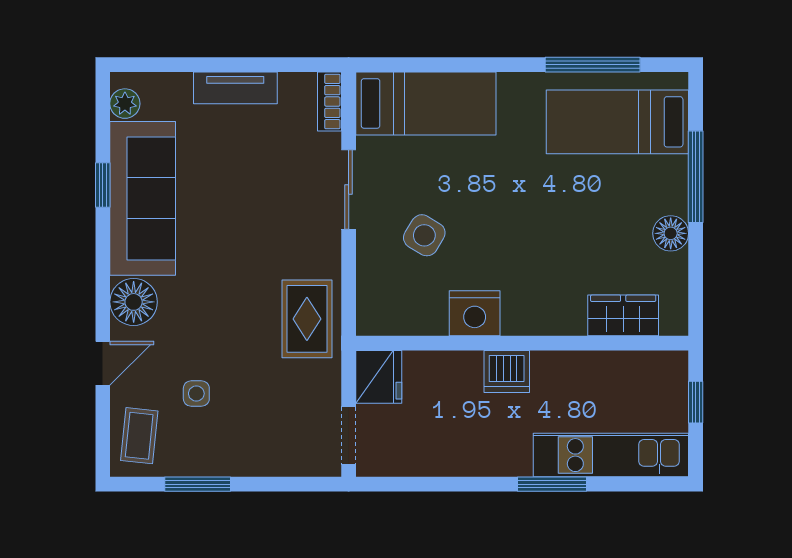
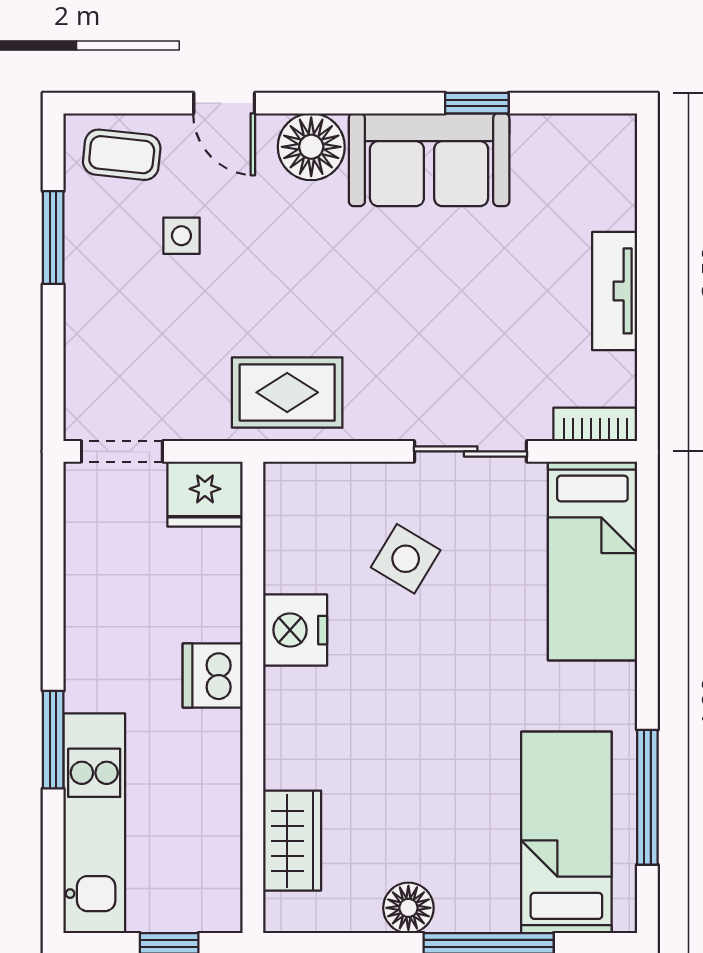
plant: (125, 104) -> (592, 134), removed
sofa: (143, 198) -> (429, 160), width x0.73

